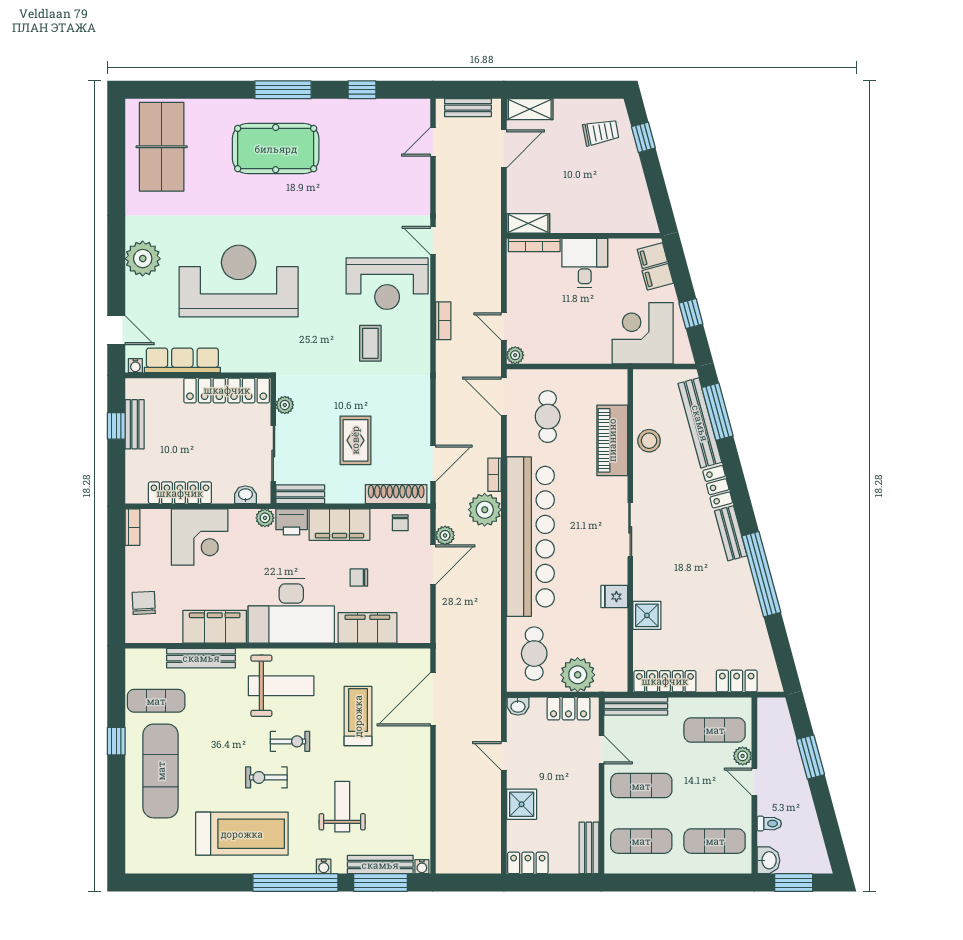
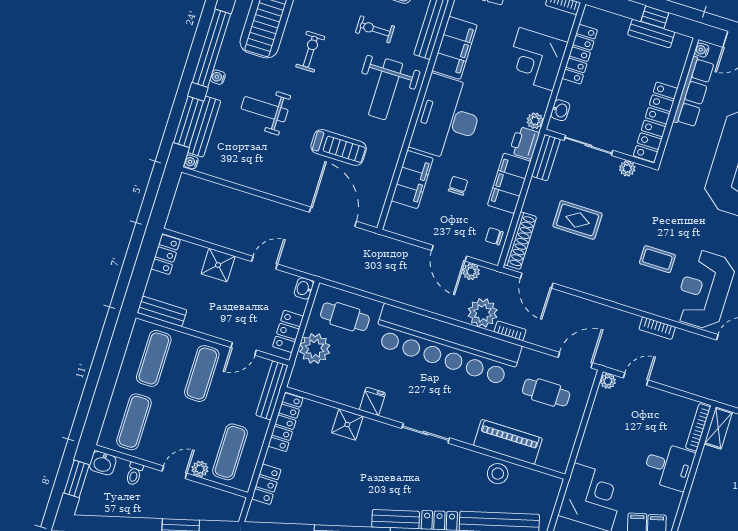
exercise bike: (290, 741) -> (375, 29), moved, turned 90
weight bench: (342, 807) -> (265, 109), turned 180

